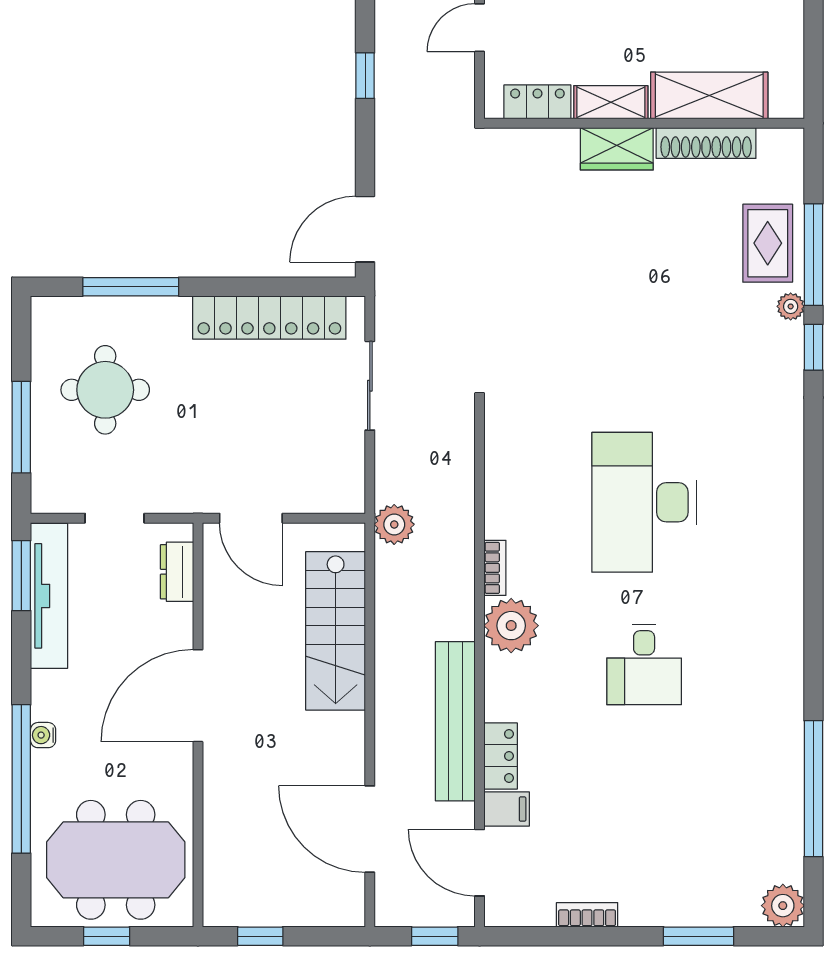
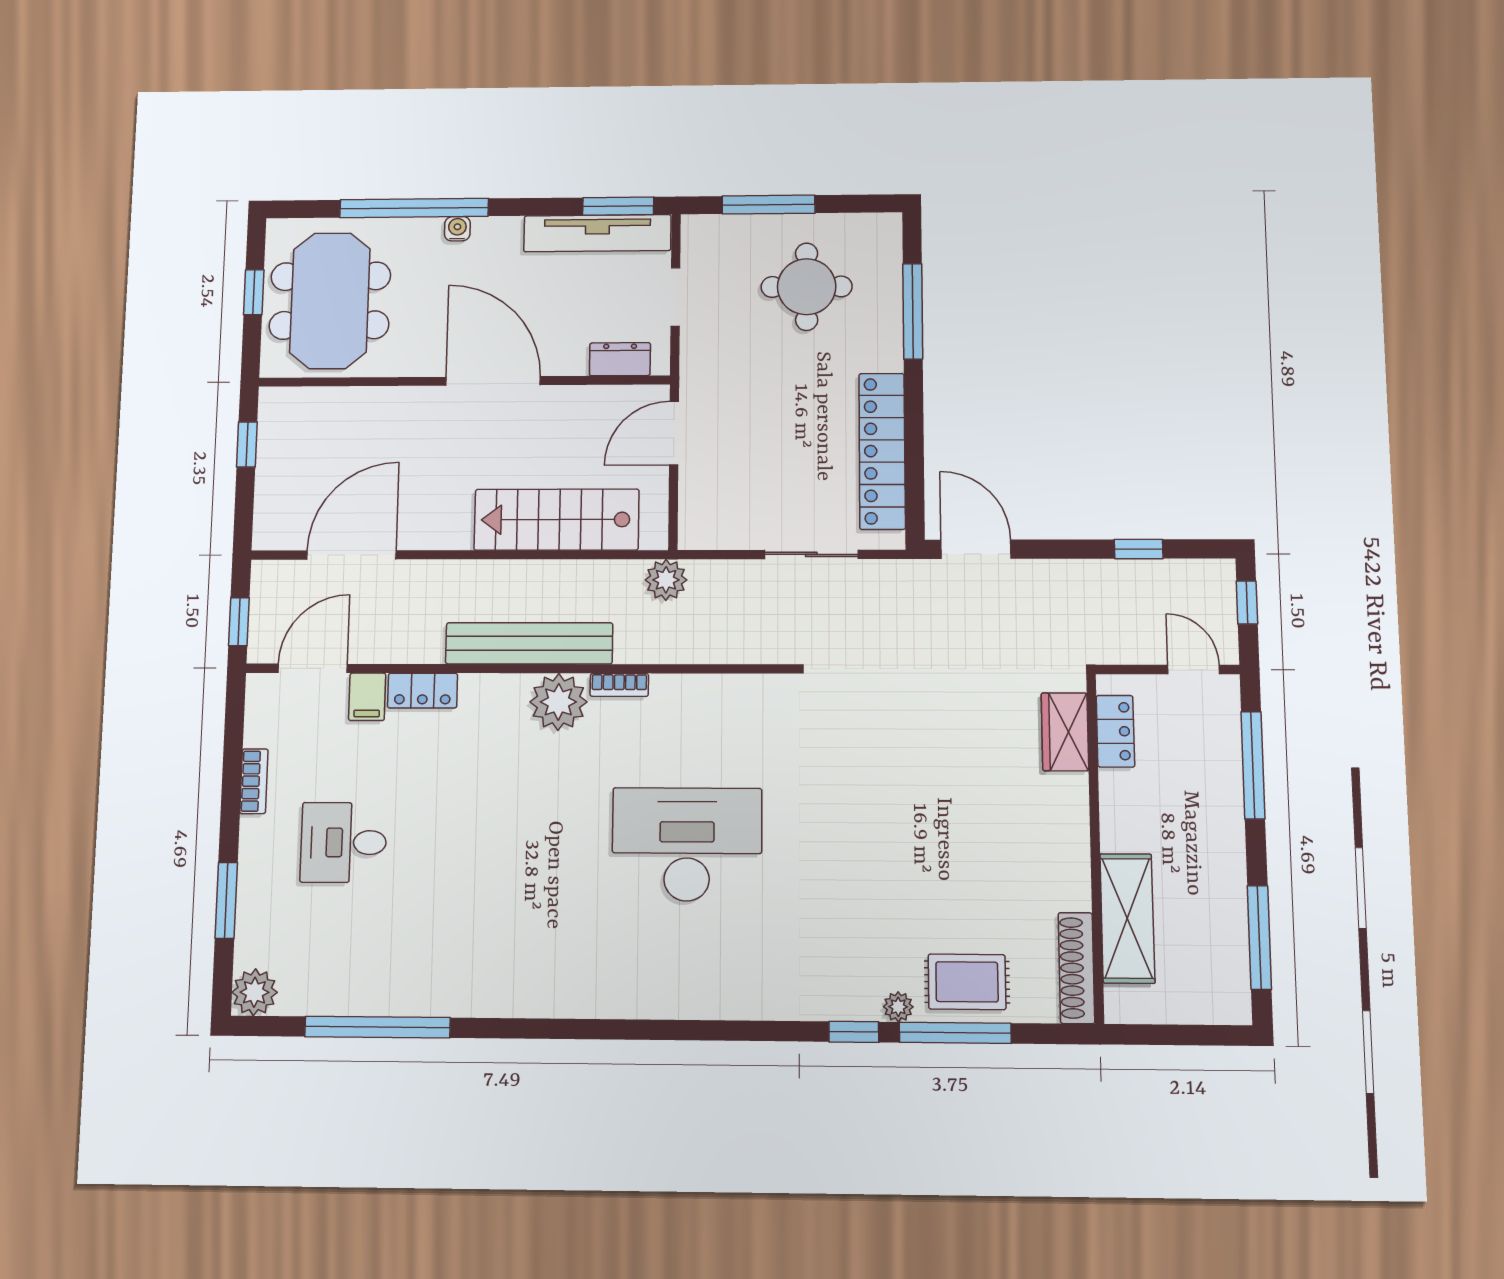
shelving: (611, 102) -> (1117, 810), removed
shoe rack: (706, 143) -> (1076, 968), moved
wardrobe: (617, 149) -> (1065, 732), moved
desk: (644, 664) -> (344, 842), moved
bench: (455, 721) -> (529, 643), moved

